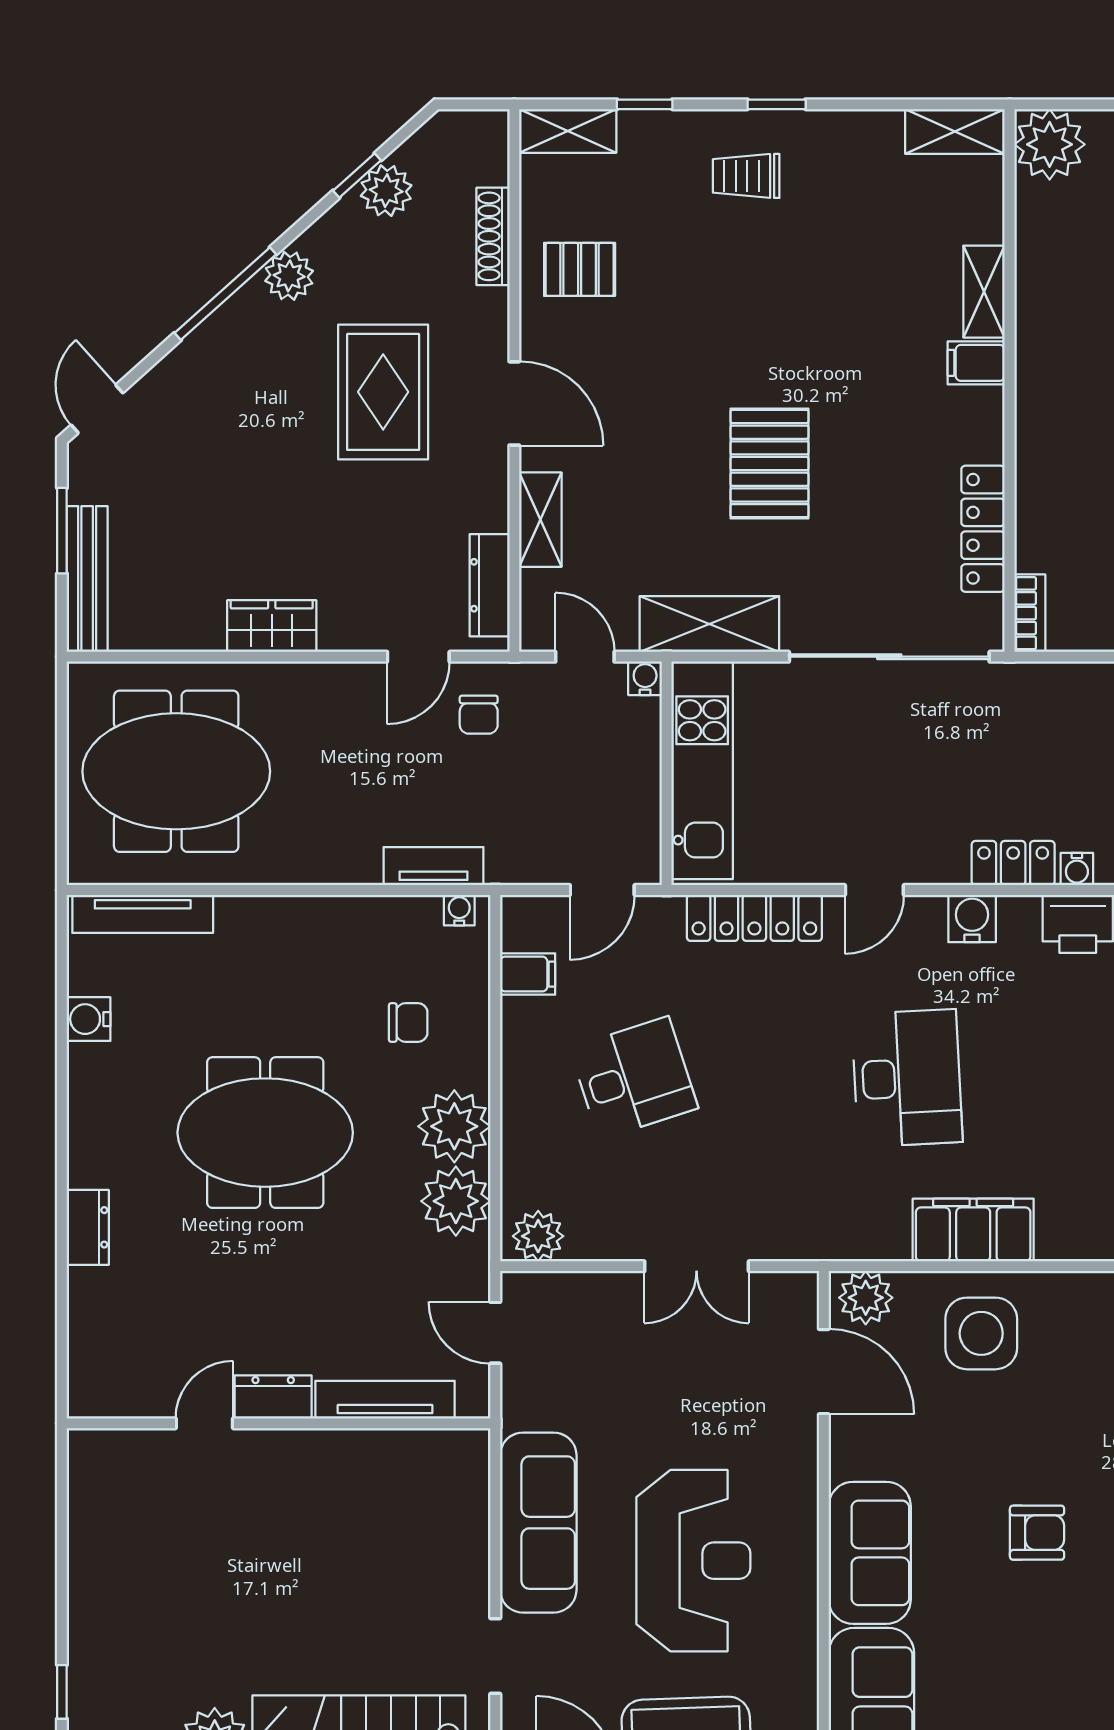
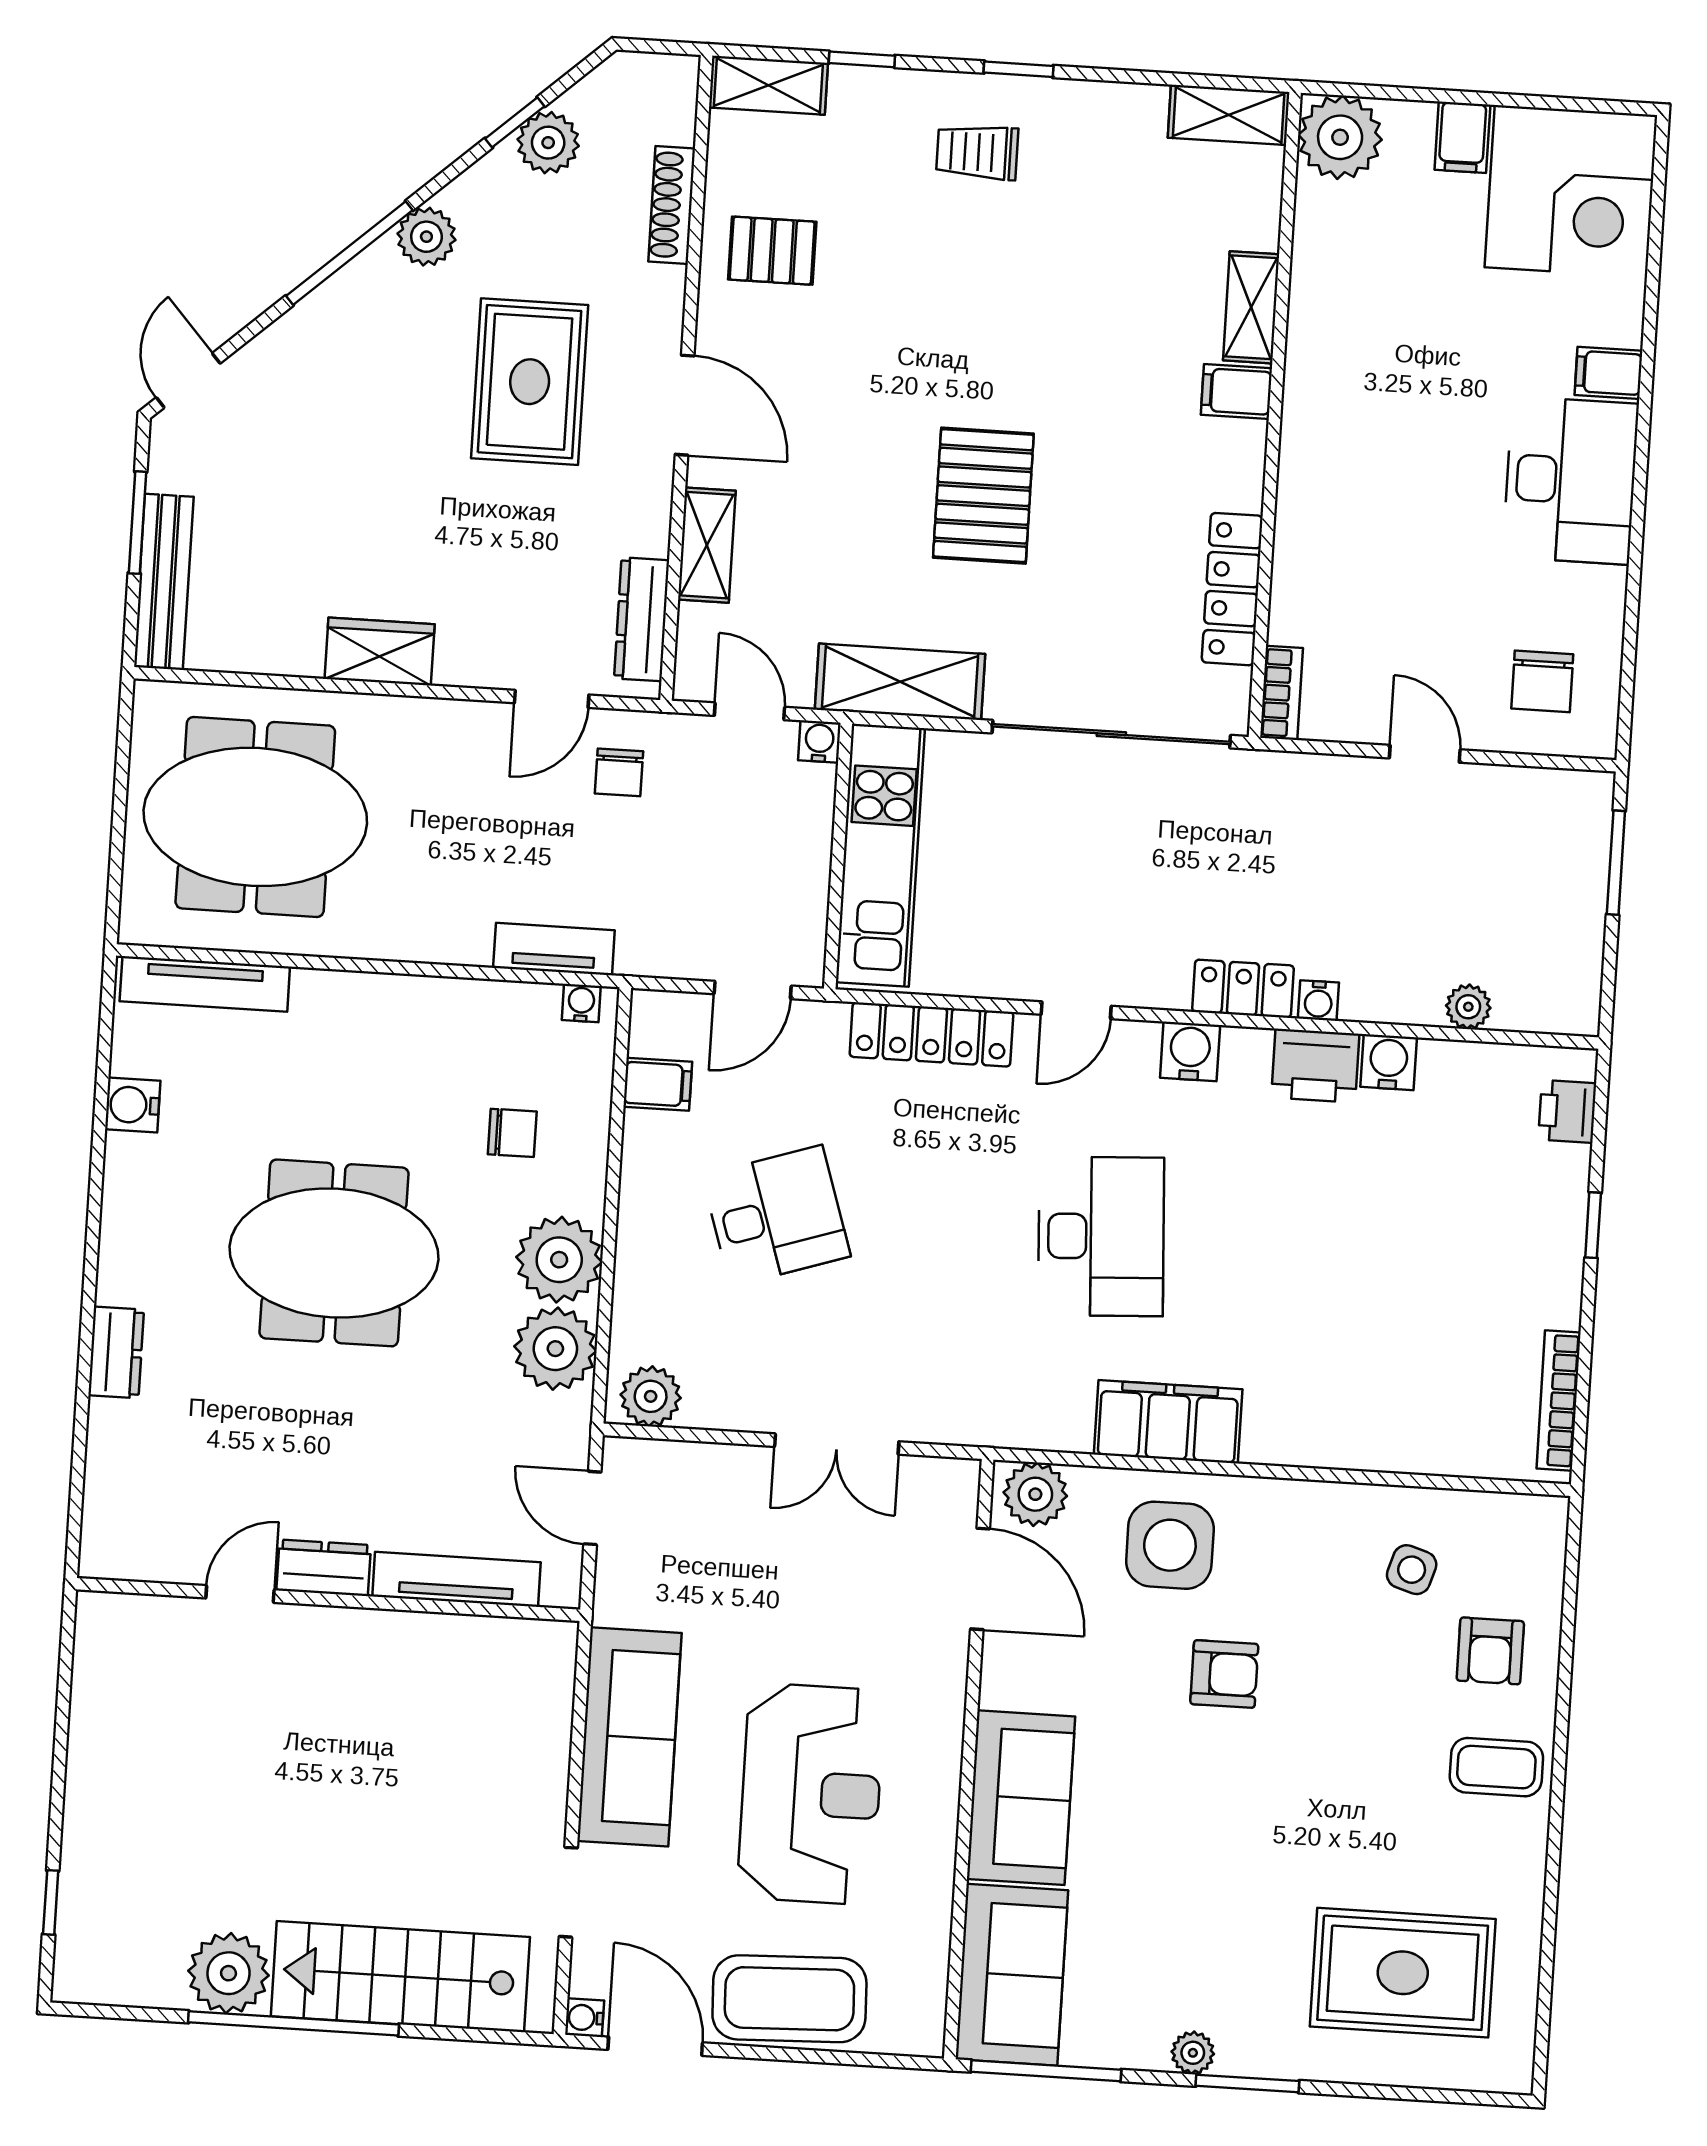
armchair: (1037, 1533) -> (1224, 1674), moved

